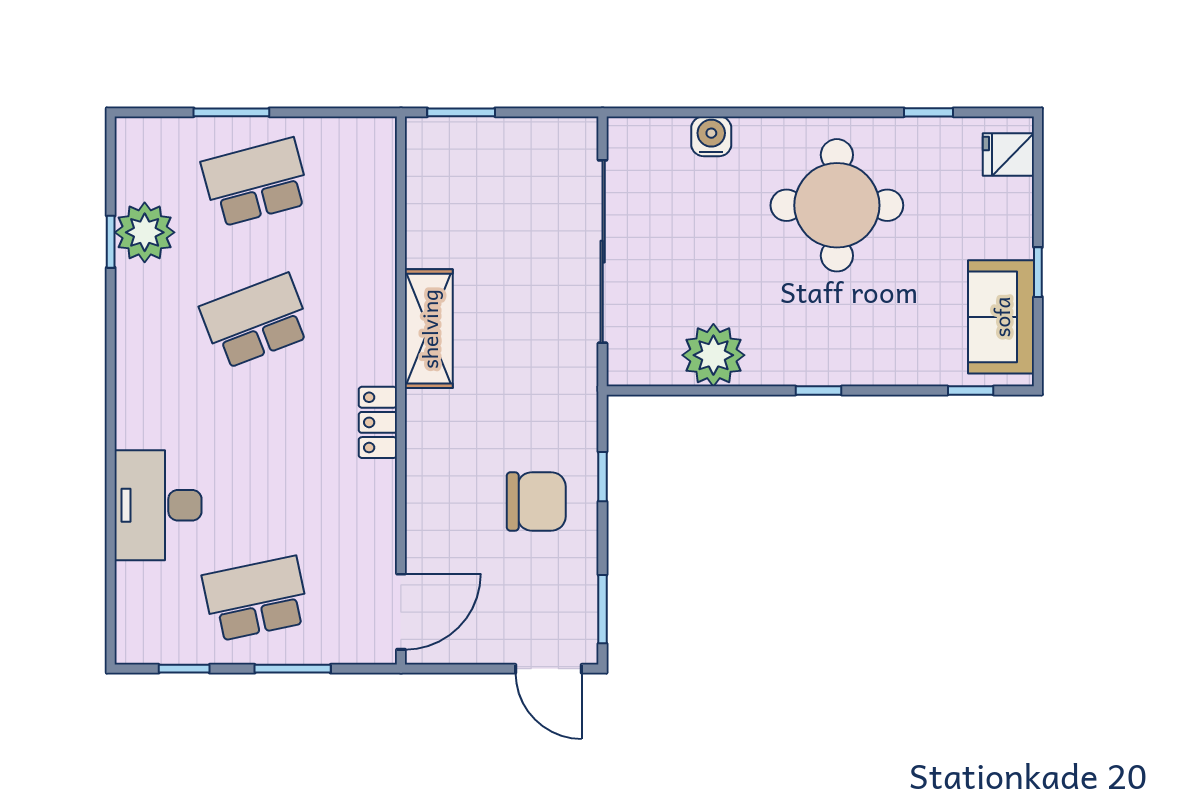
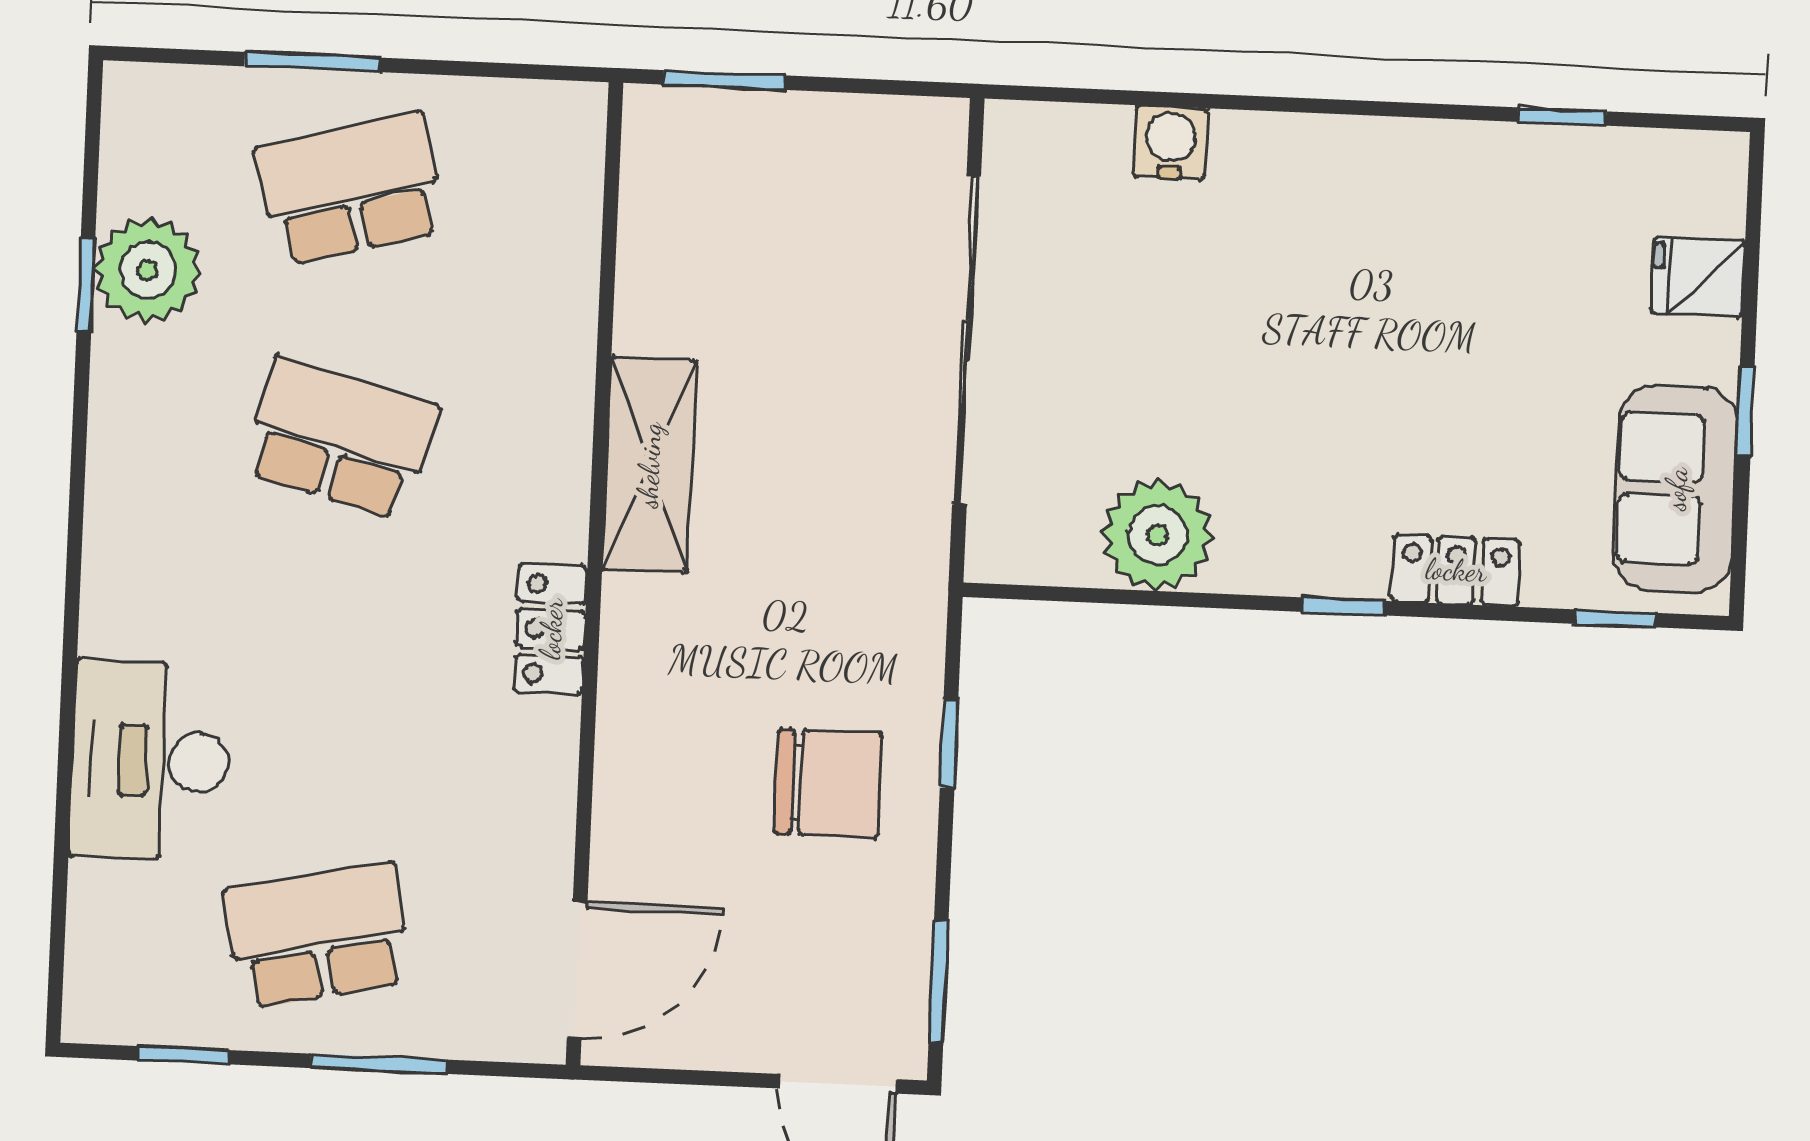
fridge: (1008, 155) -> (1698, 277), moved
round table: (837, 205) -> (1390, 276), removed
school desk: (256, 321) -> (340, 438), turned 36
locker: (881, 368) -> (1456, 570), added

